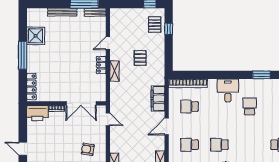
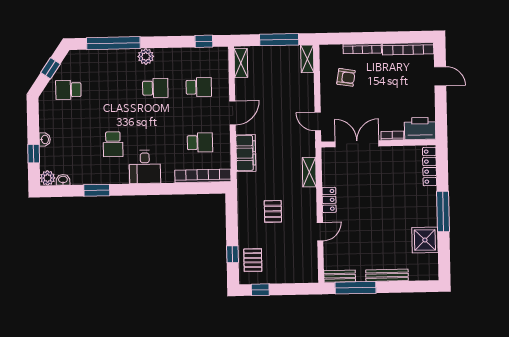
shelving: (114, 71) -> (309, 172), moved

